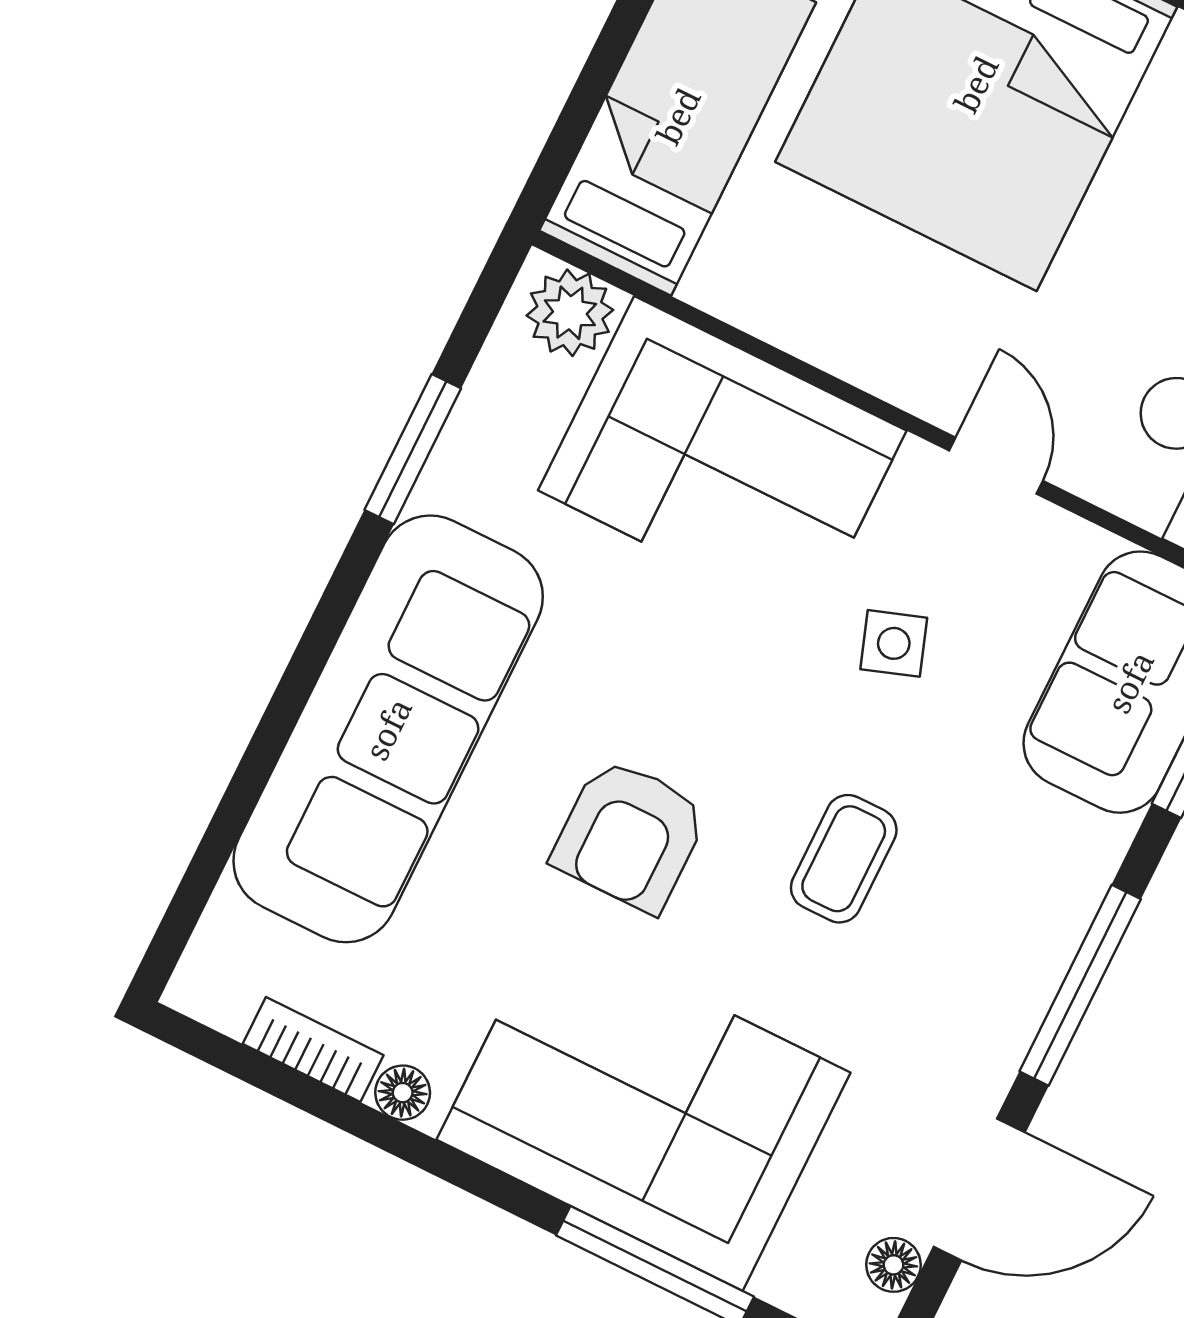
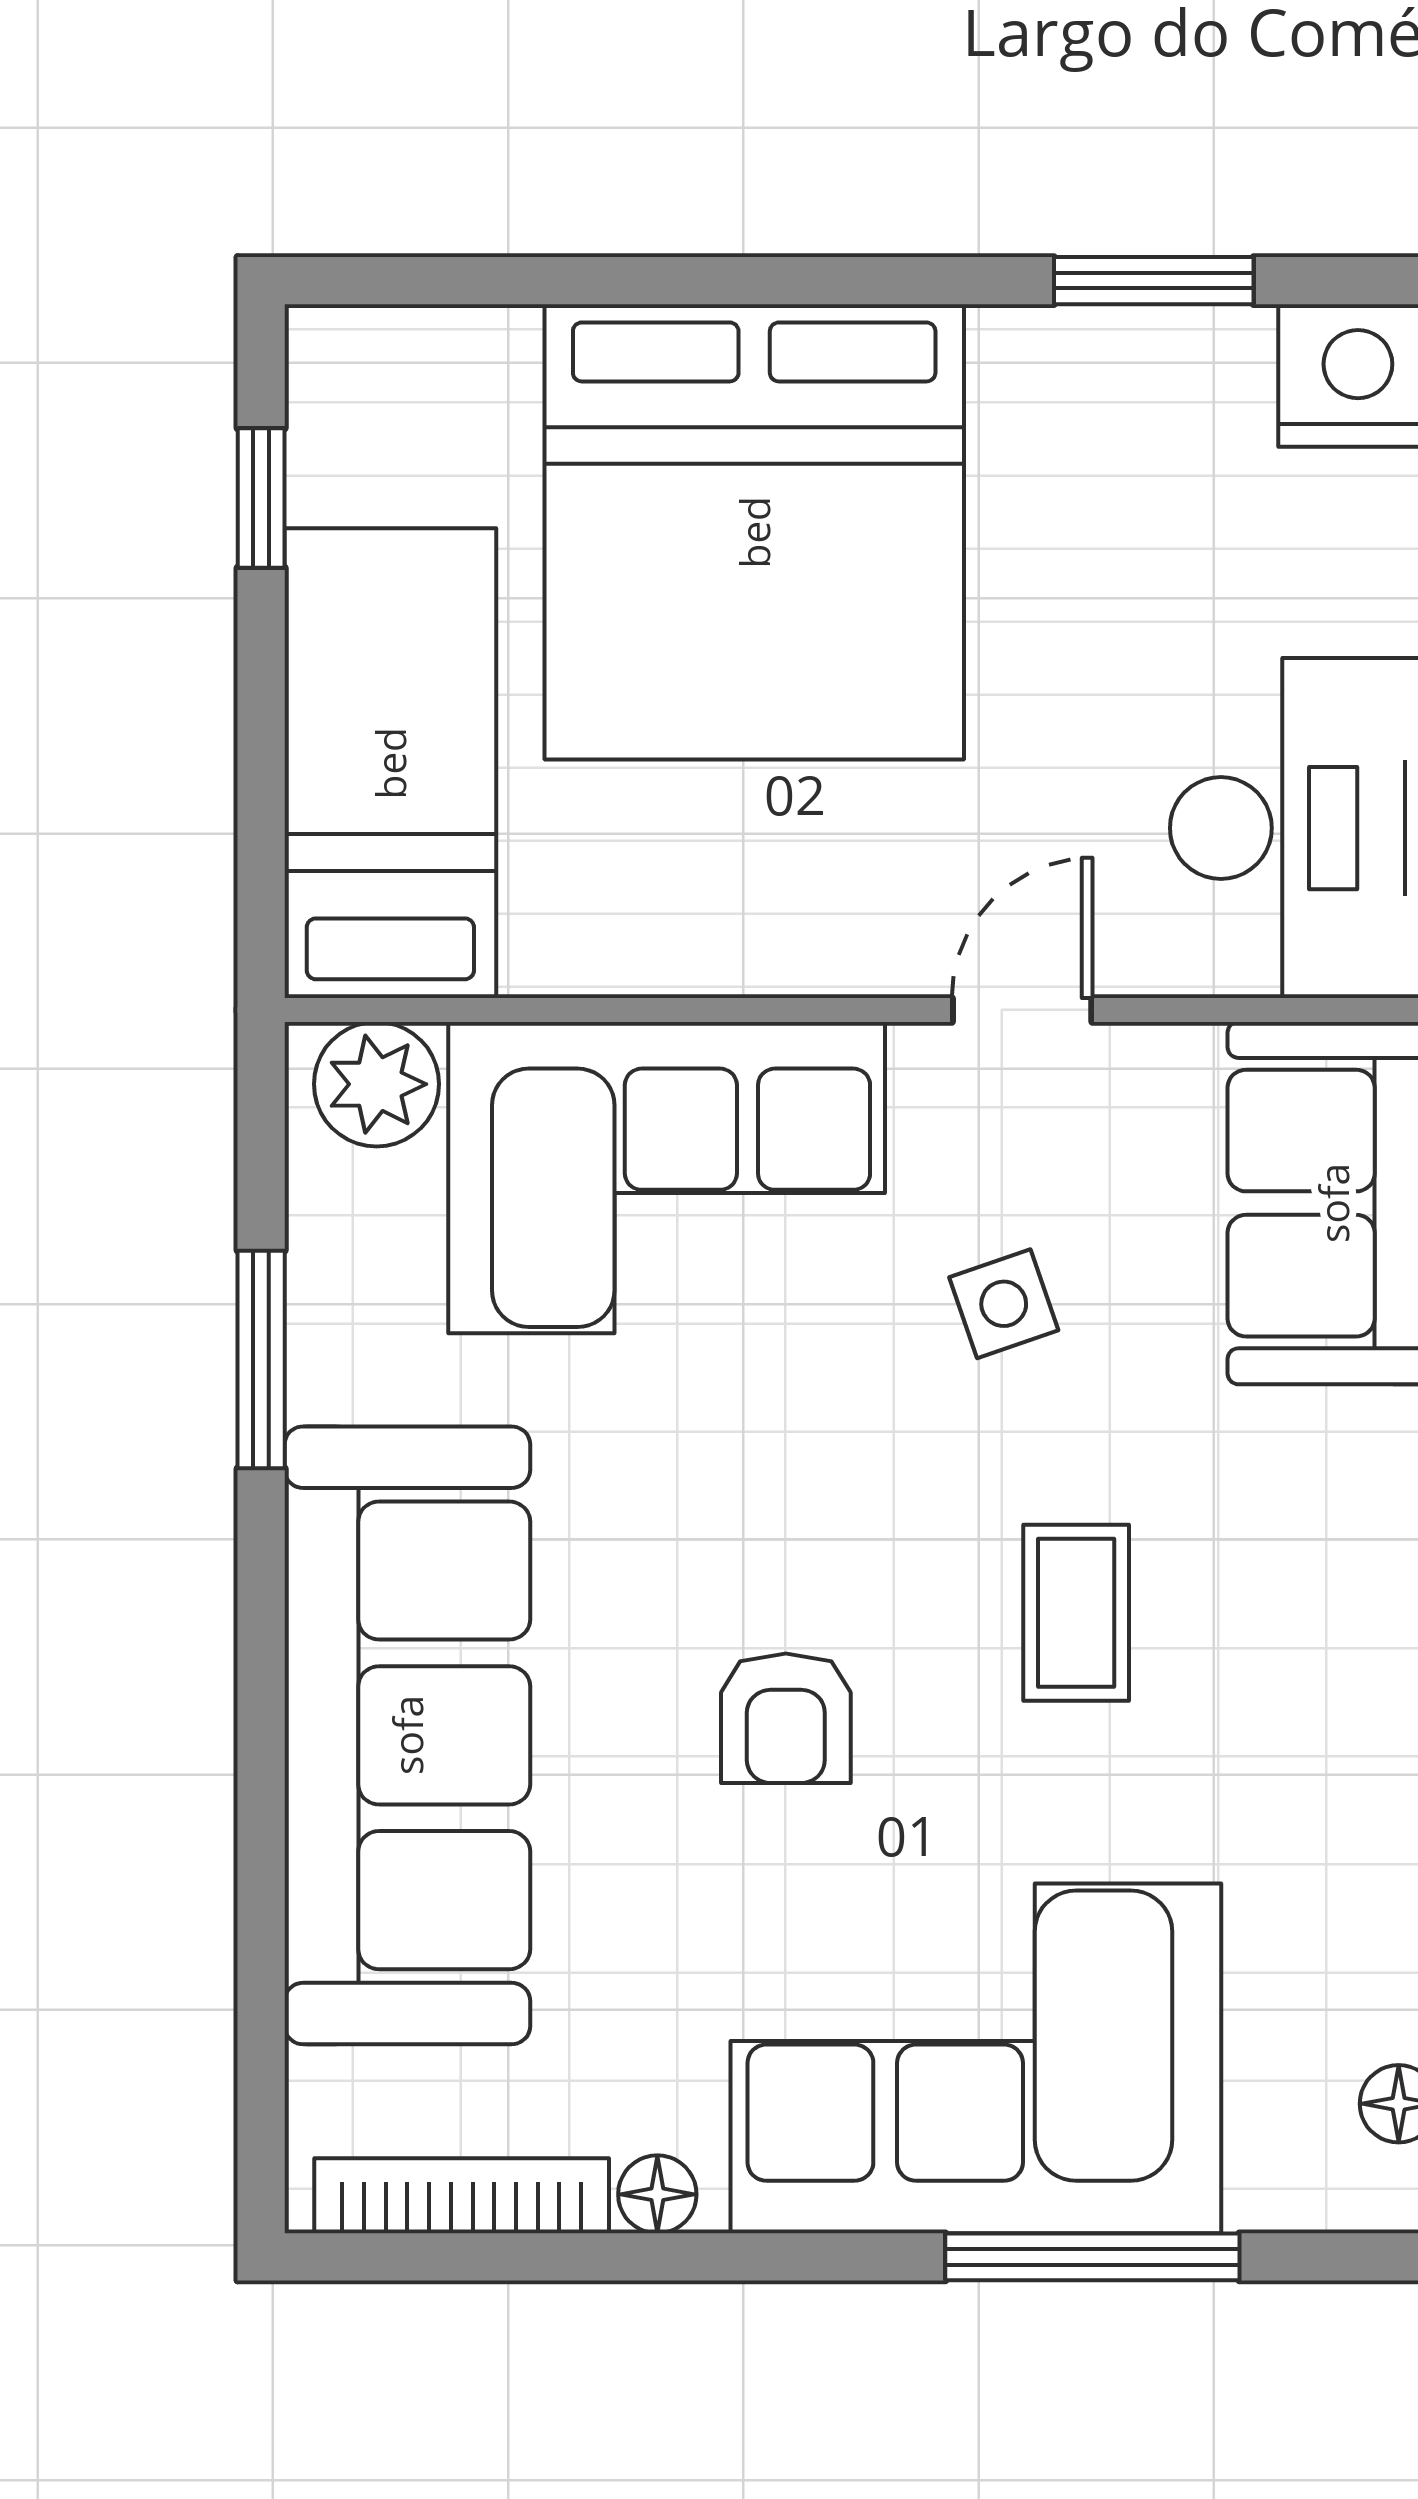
door: (996, 466) -> (1022, 1010), hinge flipped
armchair: (630, 835) -> (786, 1718), width x0.72, depth x0.72
bookcase: (313, 1049) -> (462, 2196), width x1.56

